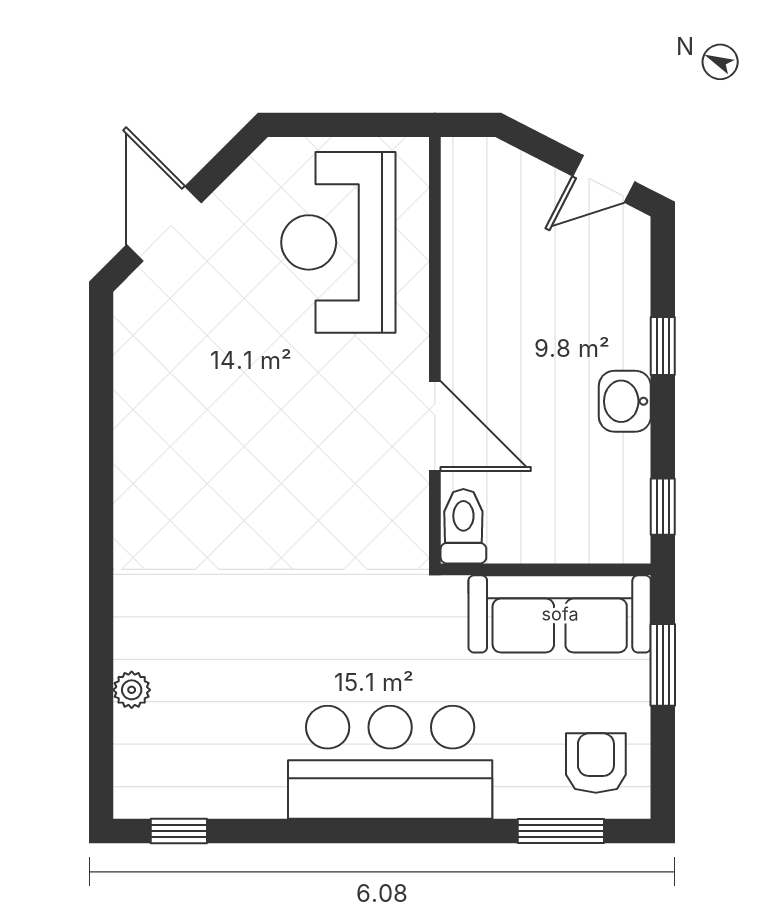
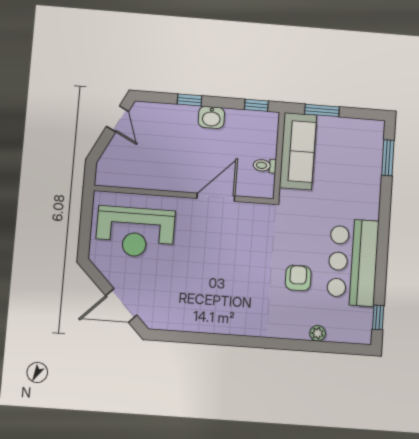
toilet: (463, 526) -> (265, 166), moved, width x0.73, depth x0.72
bar counter: (390, 762) -> (353, 262), moved
armchair: (596, 763) -> (298, 278), moved, turned 90

